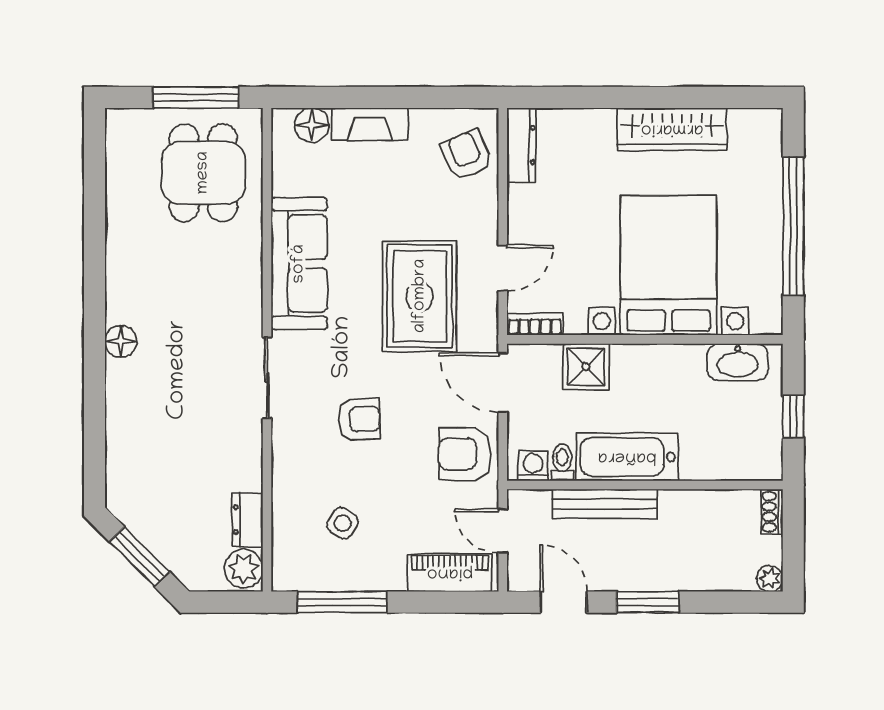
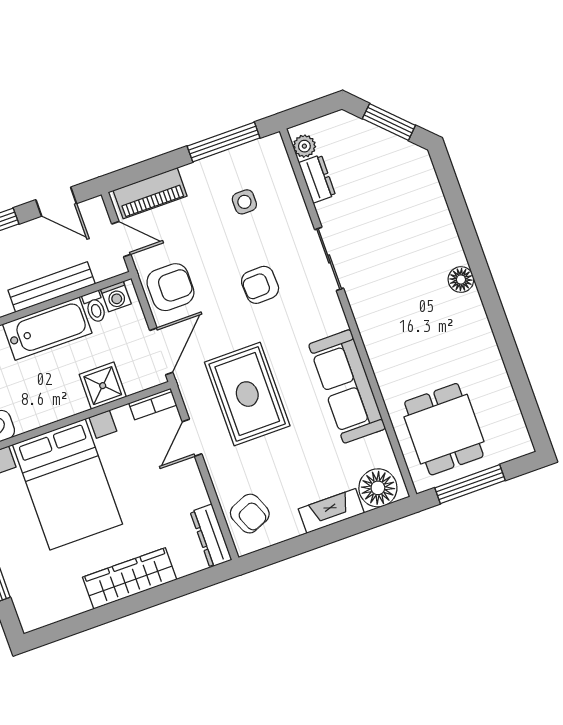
floor lamp: (312, 125) -> (378, 488), width x1.38, depth x1.38
wardrobe: (672, 129) -> (130, 578), moved
sliding door: (267, 378) -> (329, 259), moved
door: (503, 382) -> (161, 351), hinge flipped
side table: (343, 523) -> (244, 202), turned -32
plant: (244, 569) -> (304, 146), width x0.73, depth x0.73

